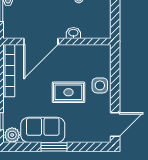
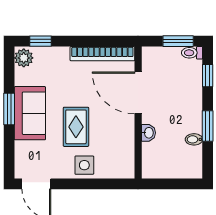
sofa: (43, 130) -> (30, 113), moved

